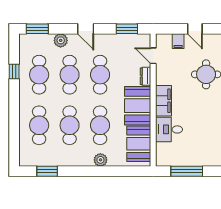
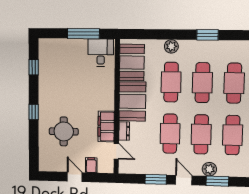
window: (37, 29) -> (217, 181), moved
window: (127, 29) -> (156, 179), moved
filing cabinet: (163, 101) -> (106, 126), moved
desk: (169, 129) -> (101, 53), moved, turned -90
window: (47, 171) -> (207, 35), moved

